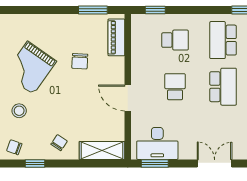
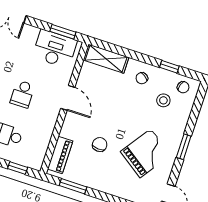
stool: (19, 111) -> (163, 100), moved

